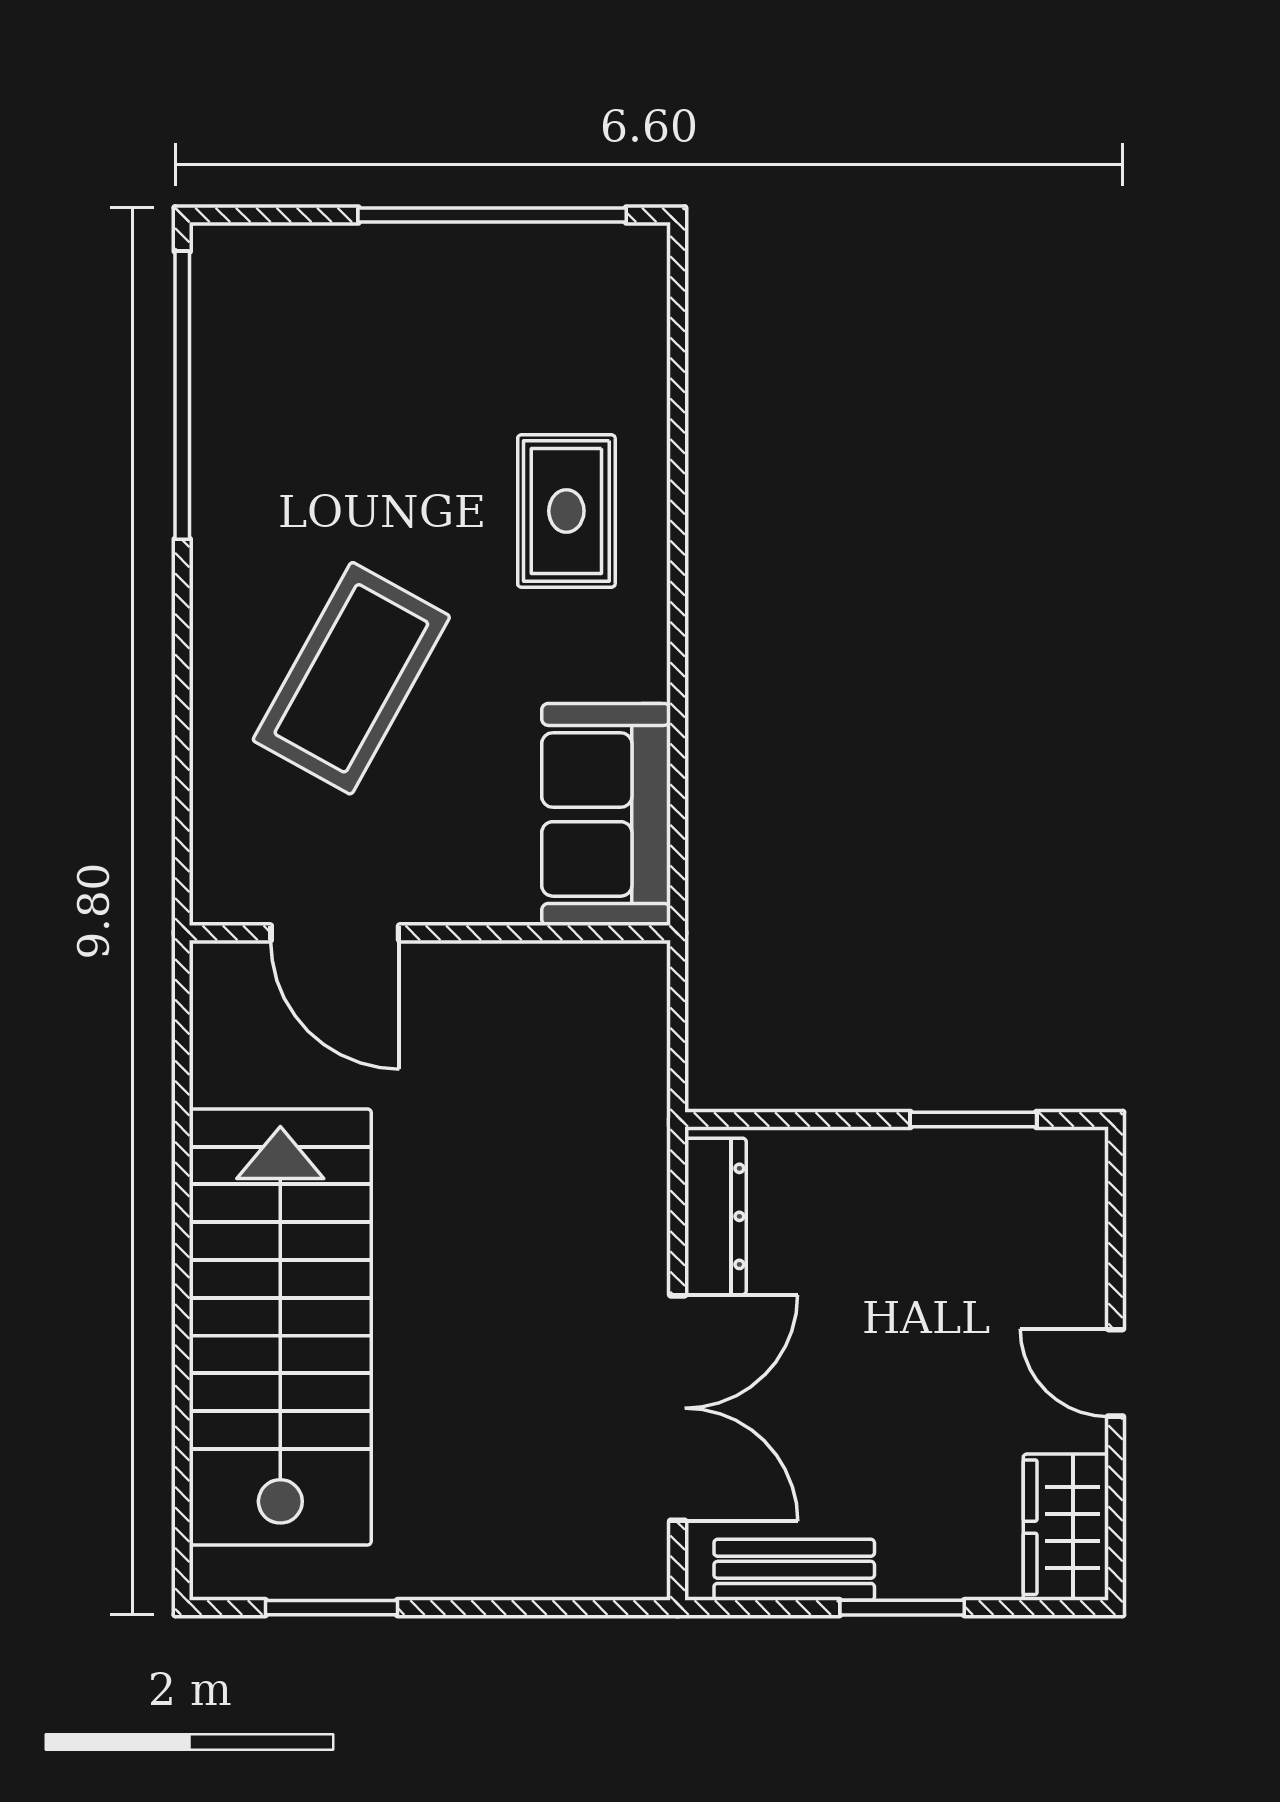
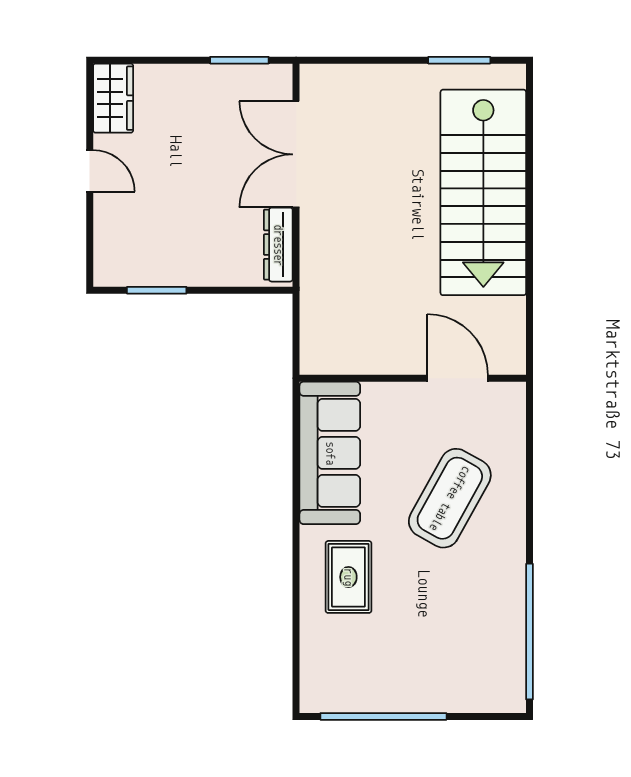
sofa: (606, 814) -> (330, 453), width x1.36
bench: (794, 1570) -> (241, 78), removed
window: (902, 1608) -> (239, 60), moved

